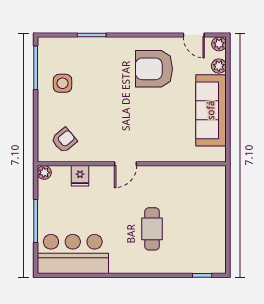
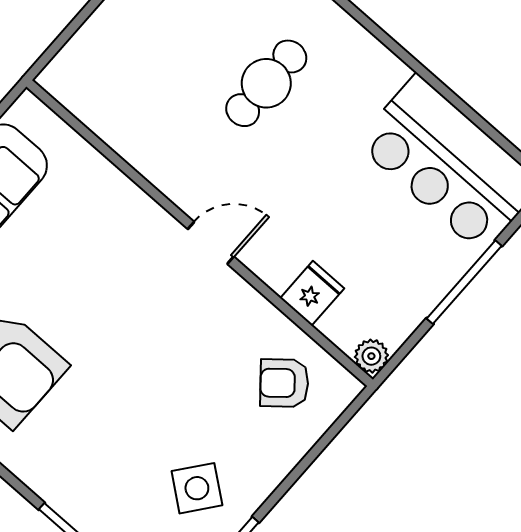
side table: (63, 83) -> (197, 488), turned 38

